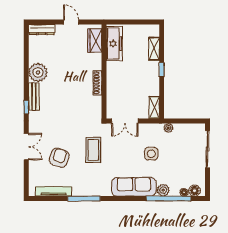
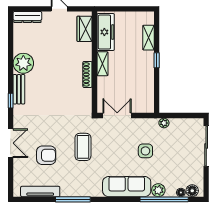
shelving: (154, 107) -> (102, 64), moved
double door: (125, 121) -> (117, 116), swing flipped
armchair: (59, 158) -> (46, 155), turned 72

